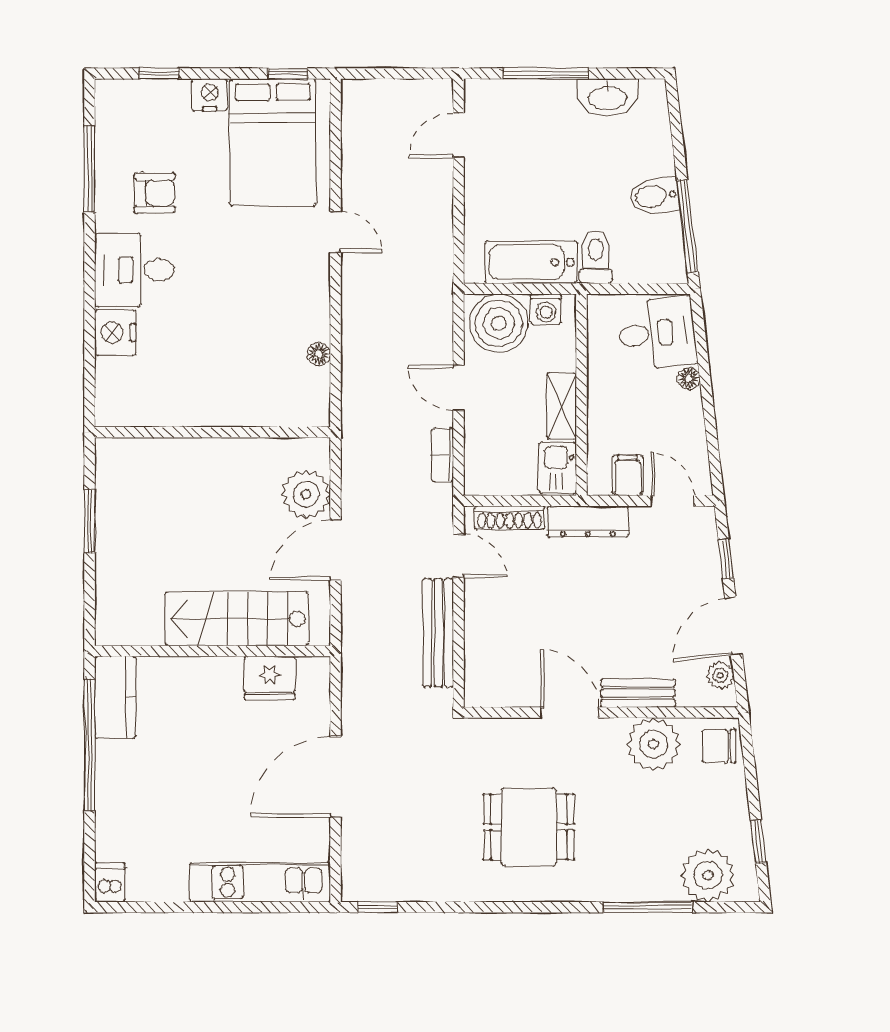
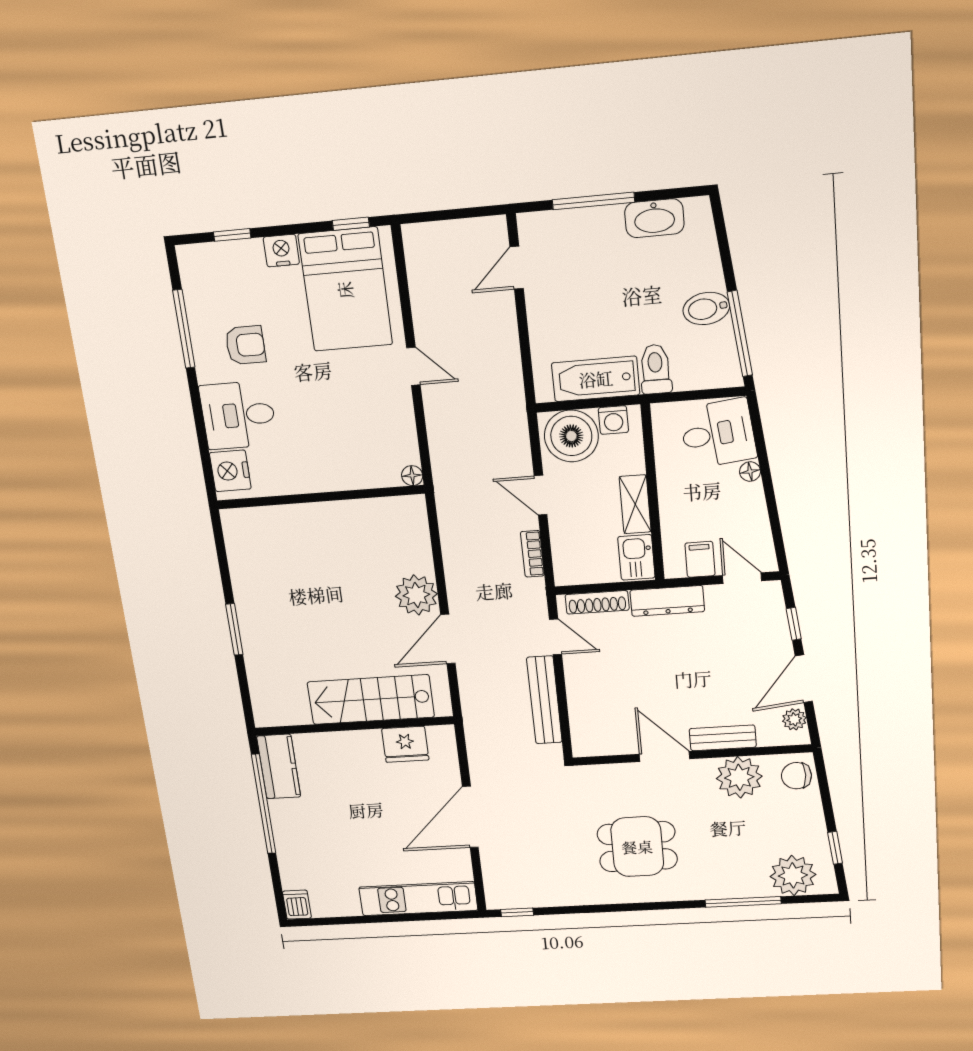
wall: (213, 432) -> (320, 497), moved

